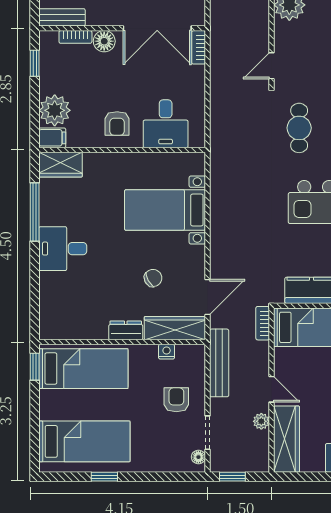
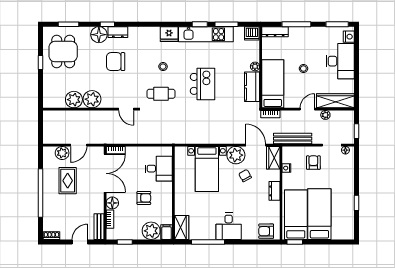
armchair: (117, 123) -> (144, 198), moved
plant: (190, 262) -> (236, 155), added
armchair: (54, 316) -> (266, 231), added
wardrobe: (175, 328) -> (273, 158), width x0.67
armchair: (176, 400) -> (313, 163), turned 90
bed: (84, 441) -> (319, 214), moved

